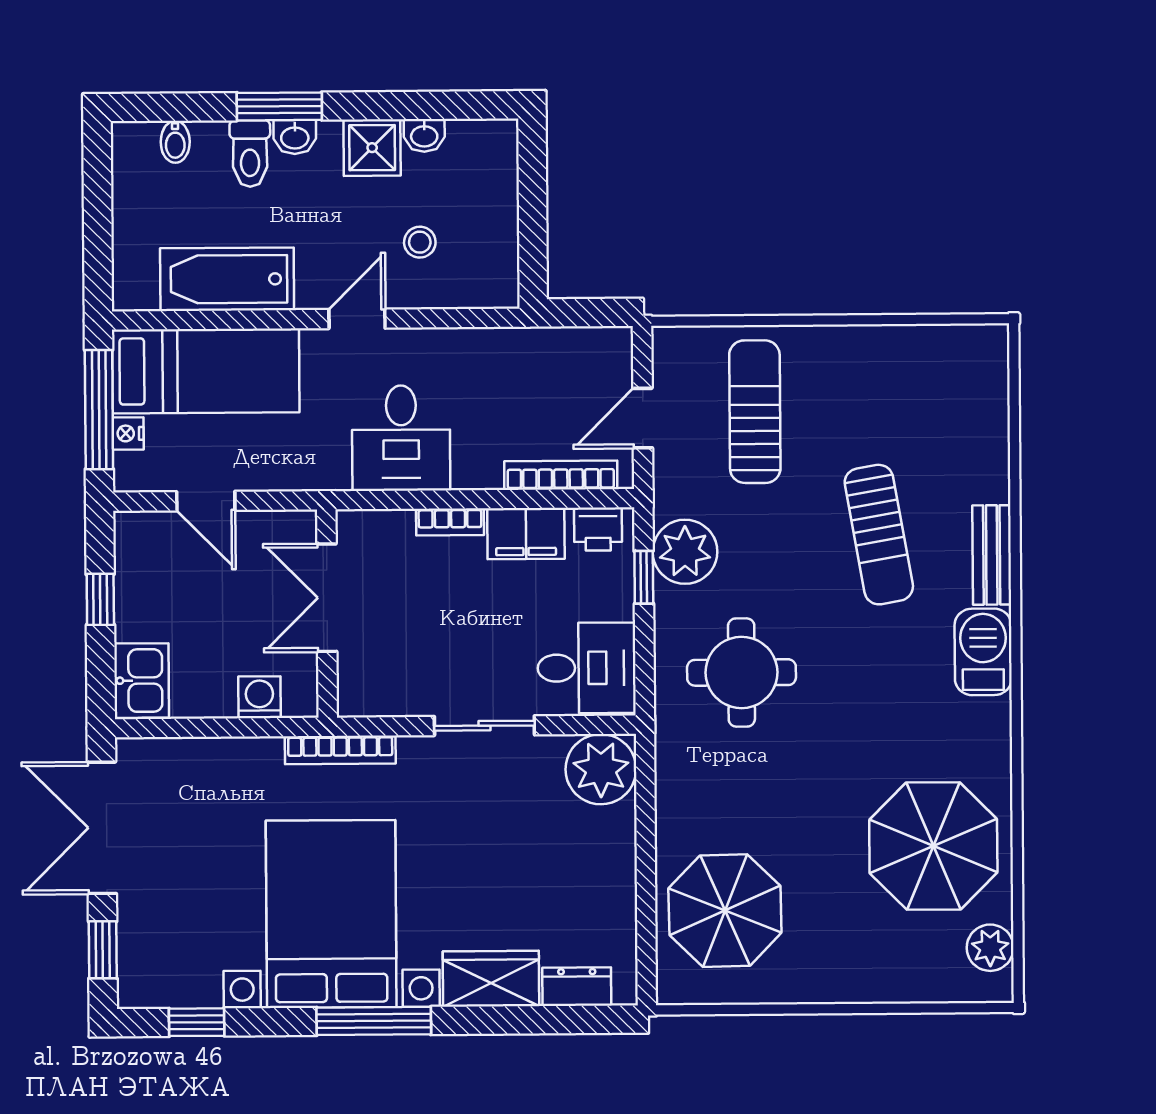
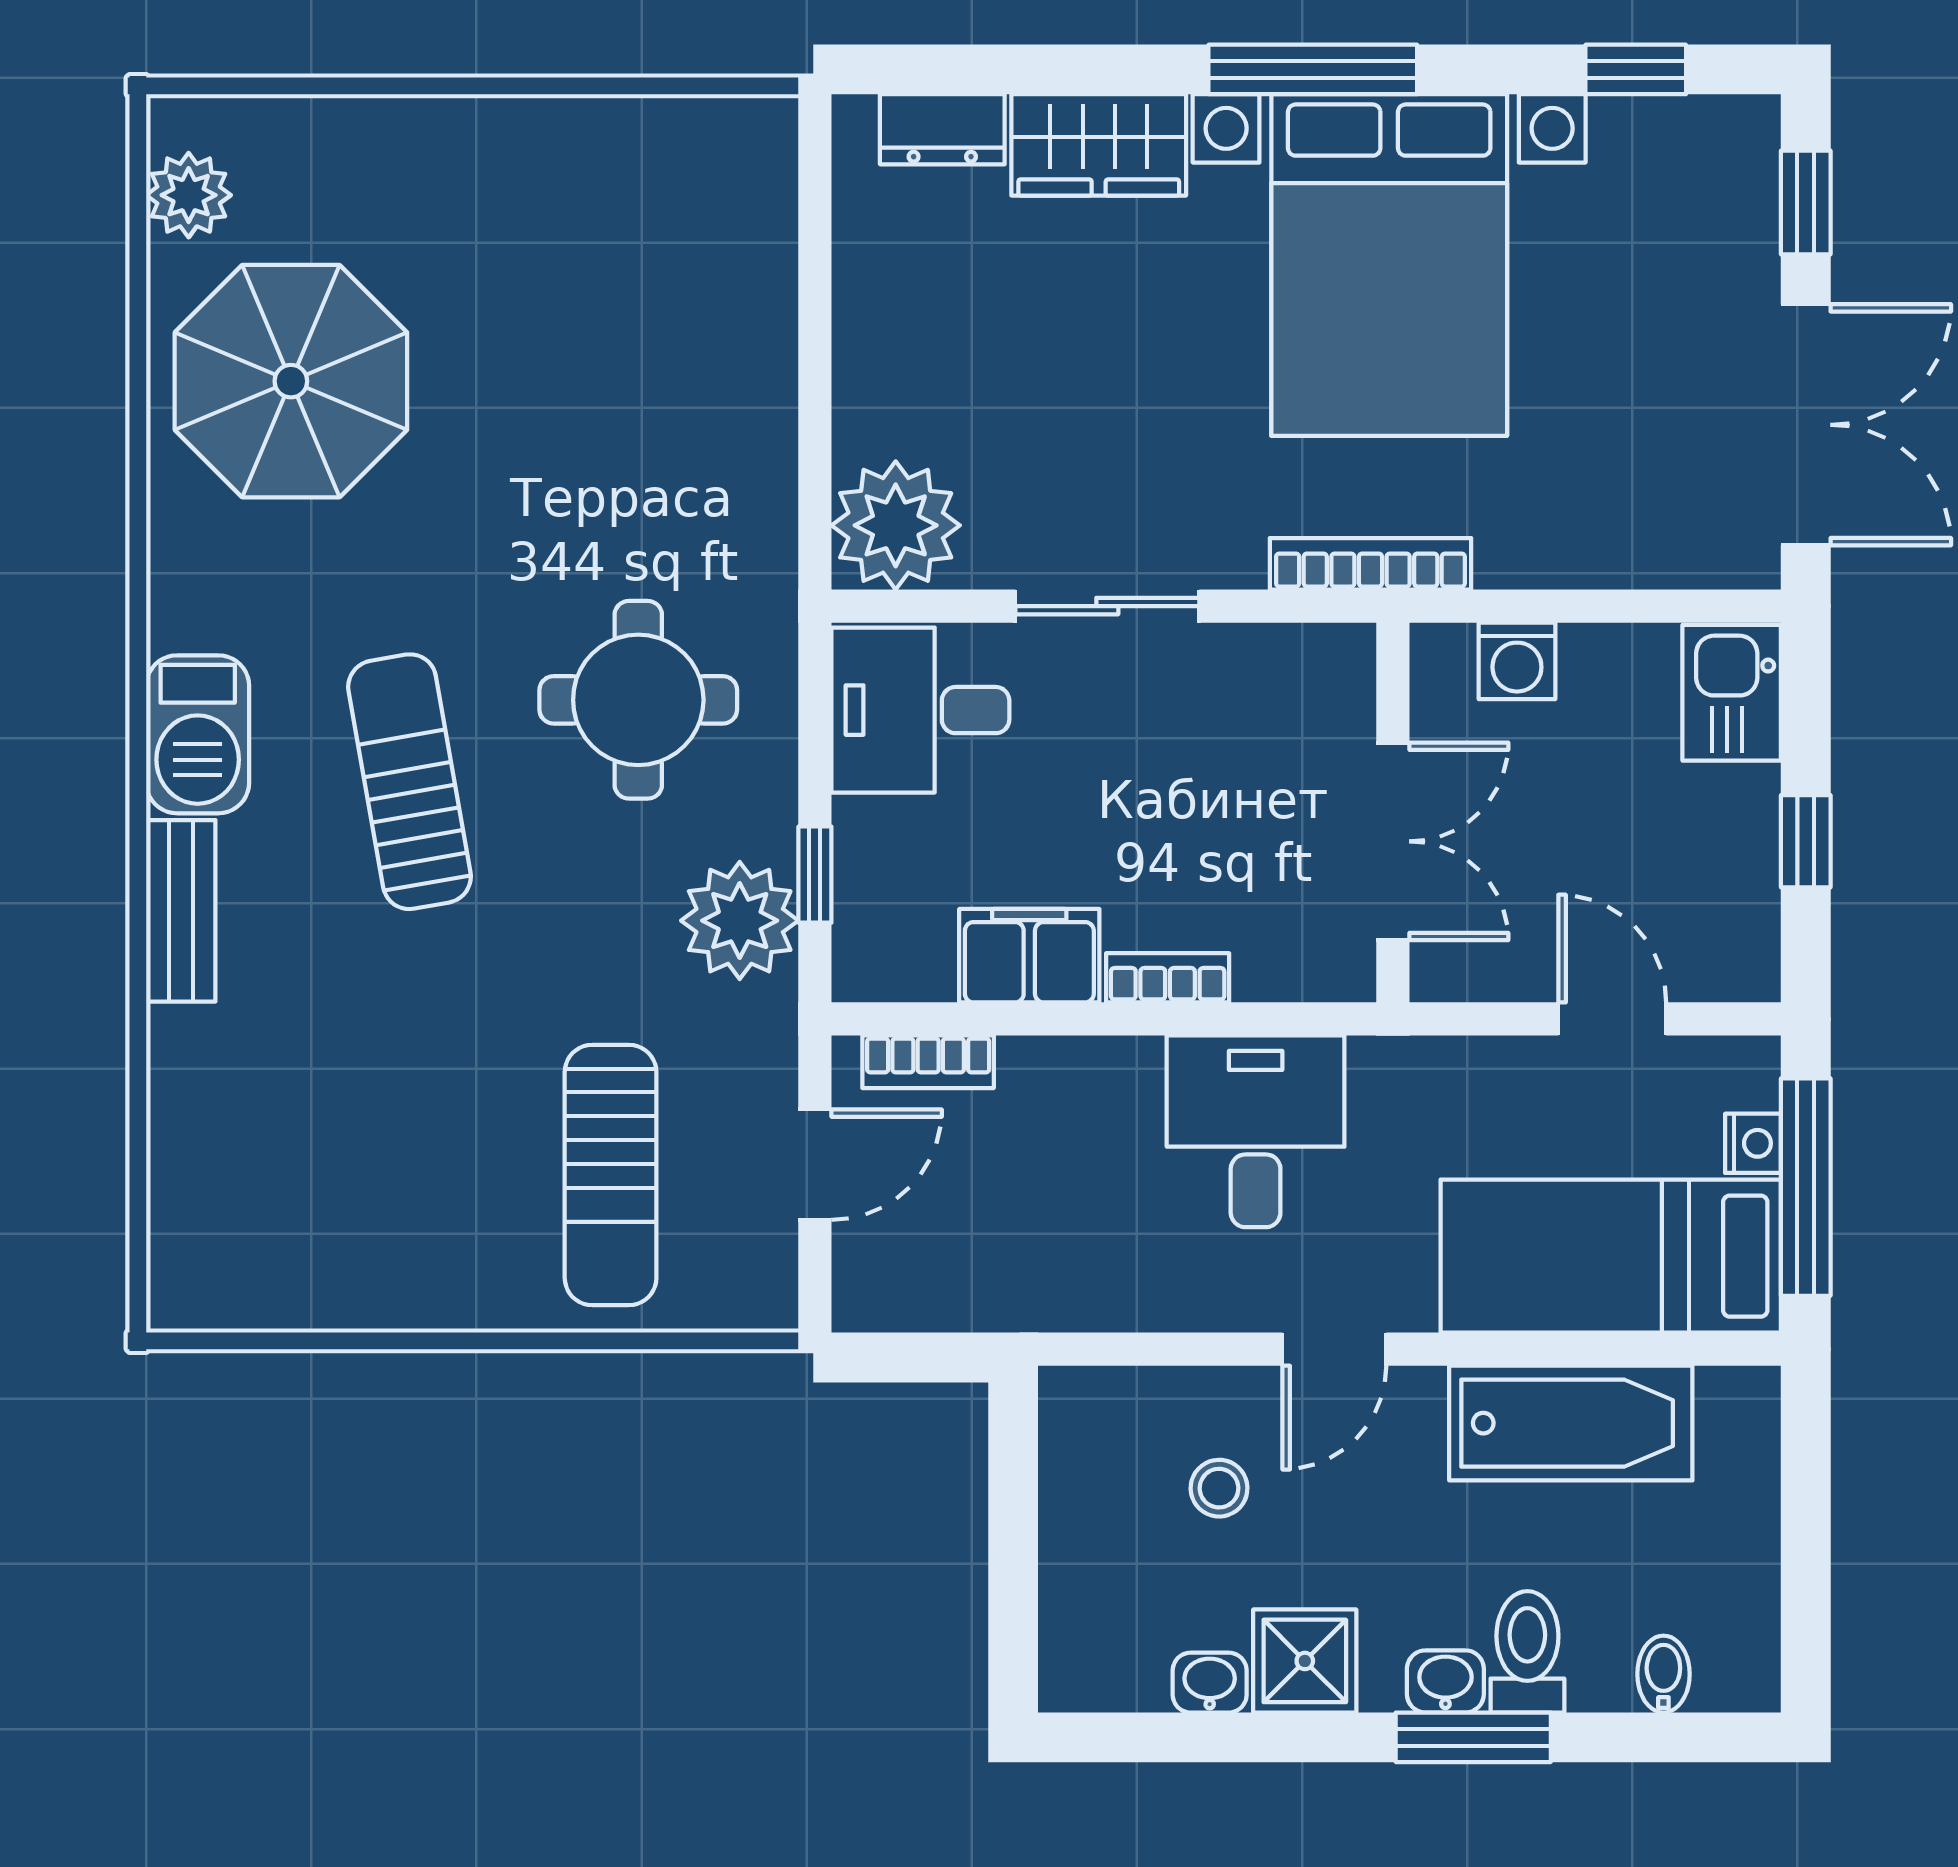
bookcase: (561, 475) -> (928, 1062), width x0.64
printer: (598, 529) -> (898, 963), removed
sun lounger: (879, 535) -> (410, 782), moved
parasol: (725, 911) -> (671, 266), removed

